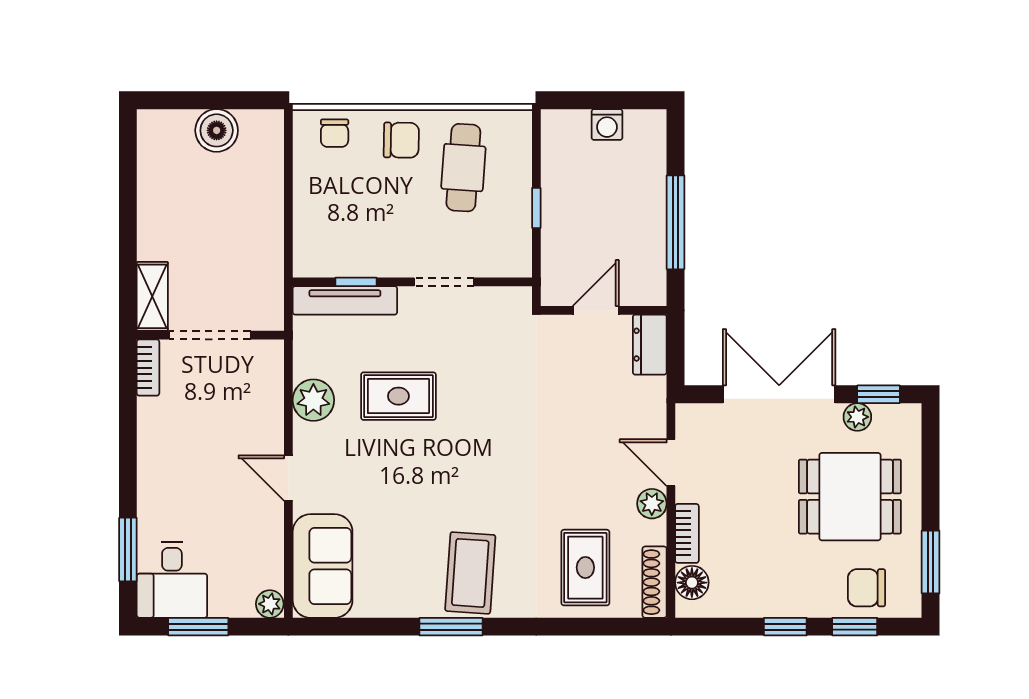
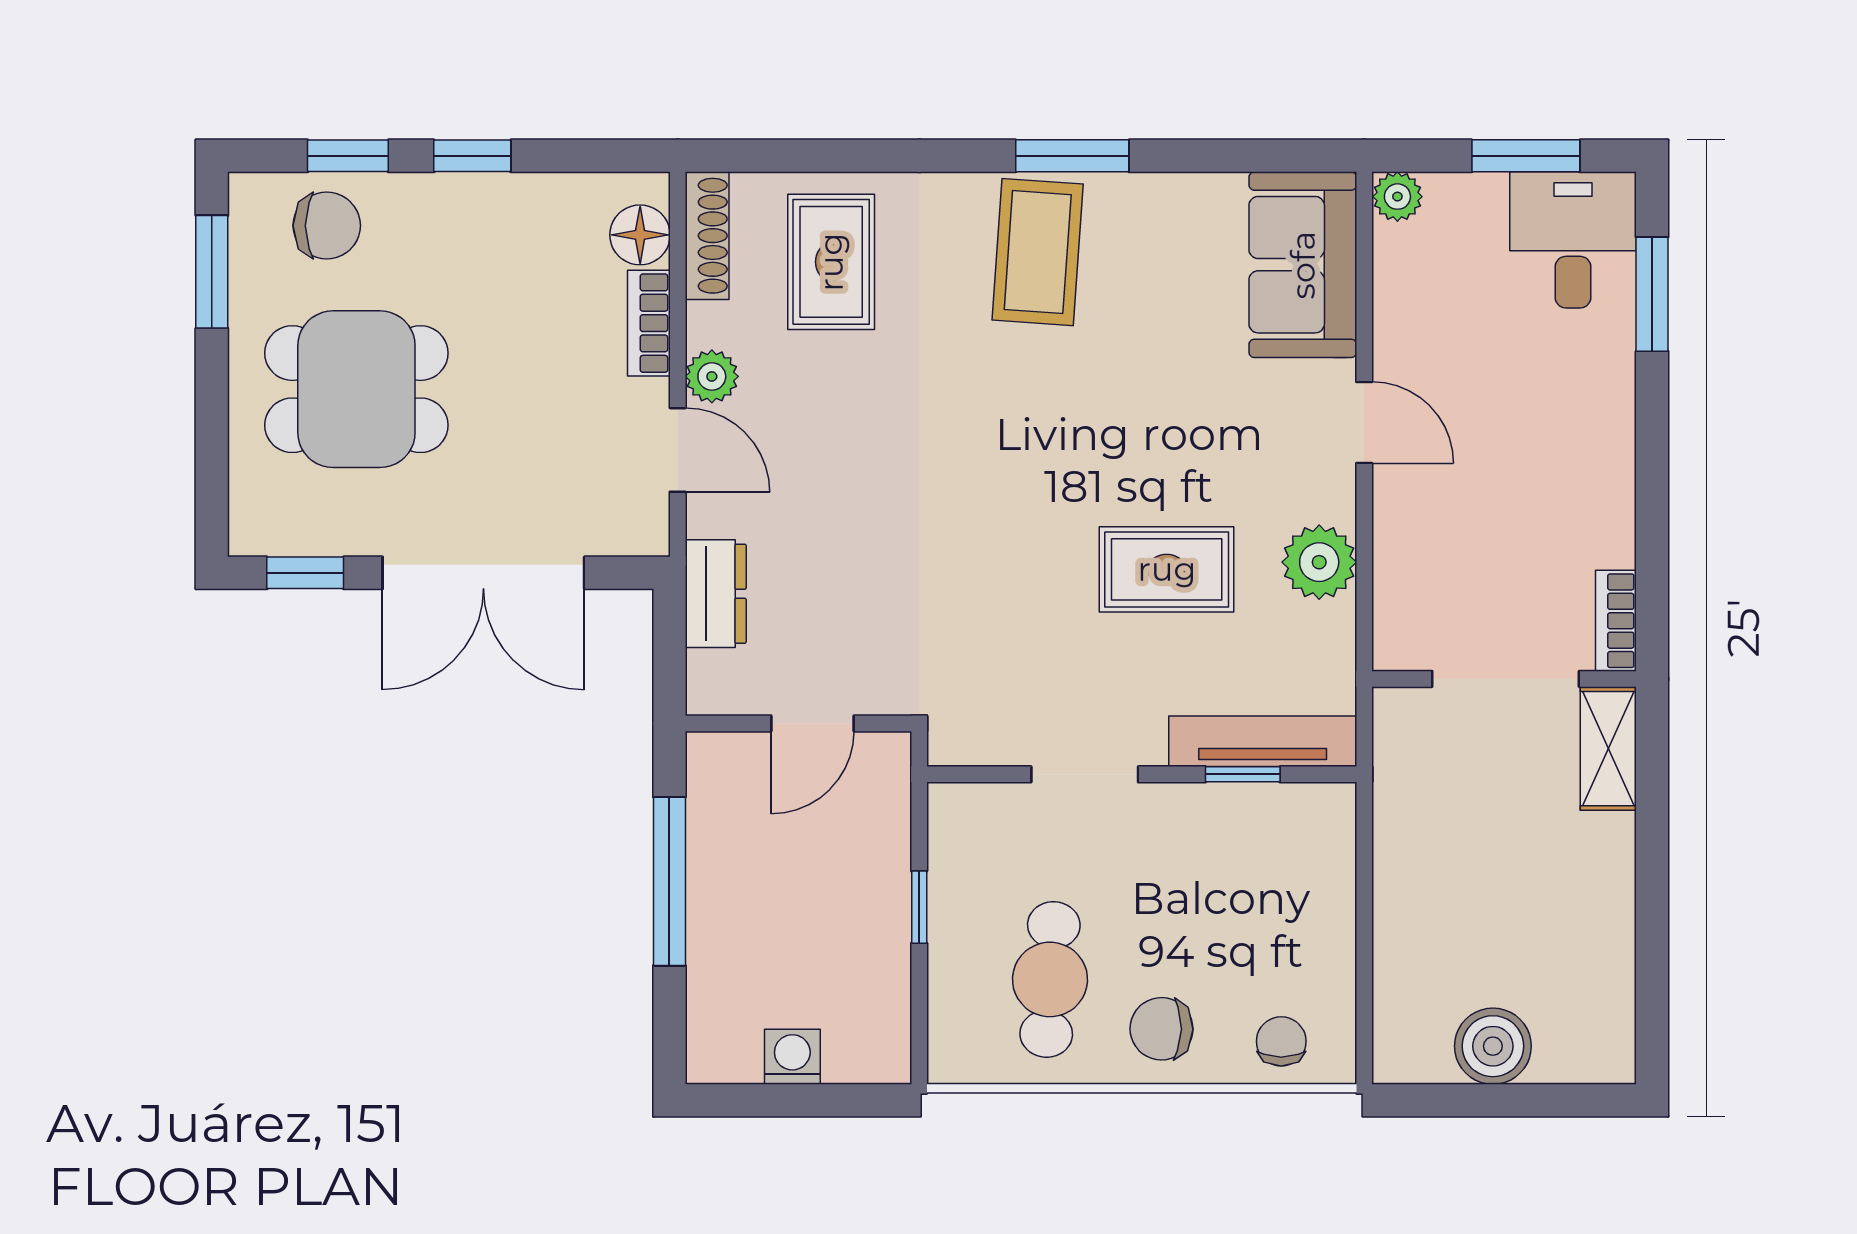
dresser: (650, 345) -> (716, 594), moved
plant: (857, 417) -> (343, 532), removed

